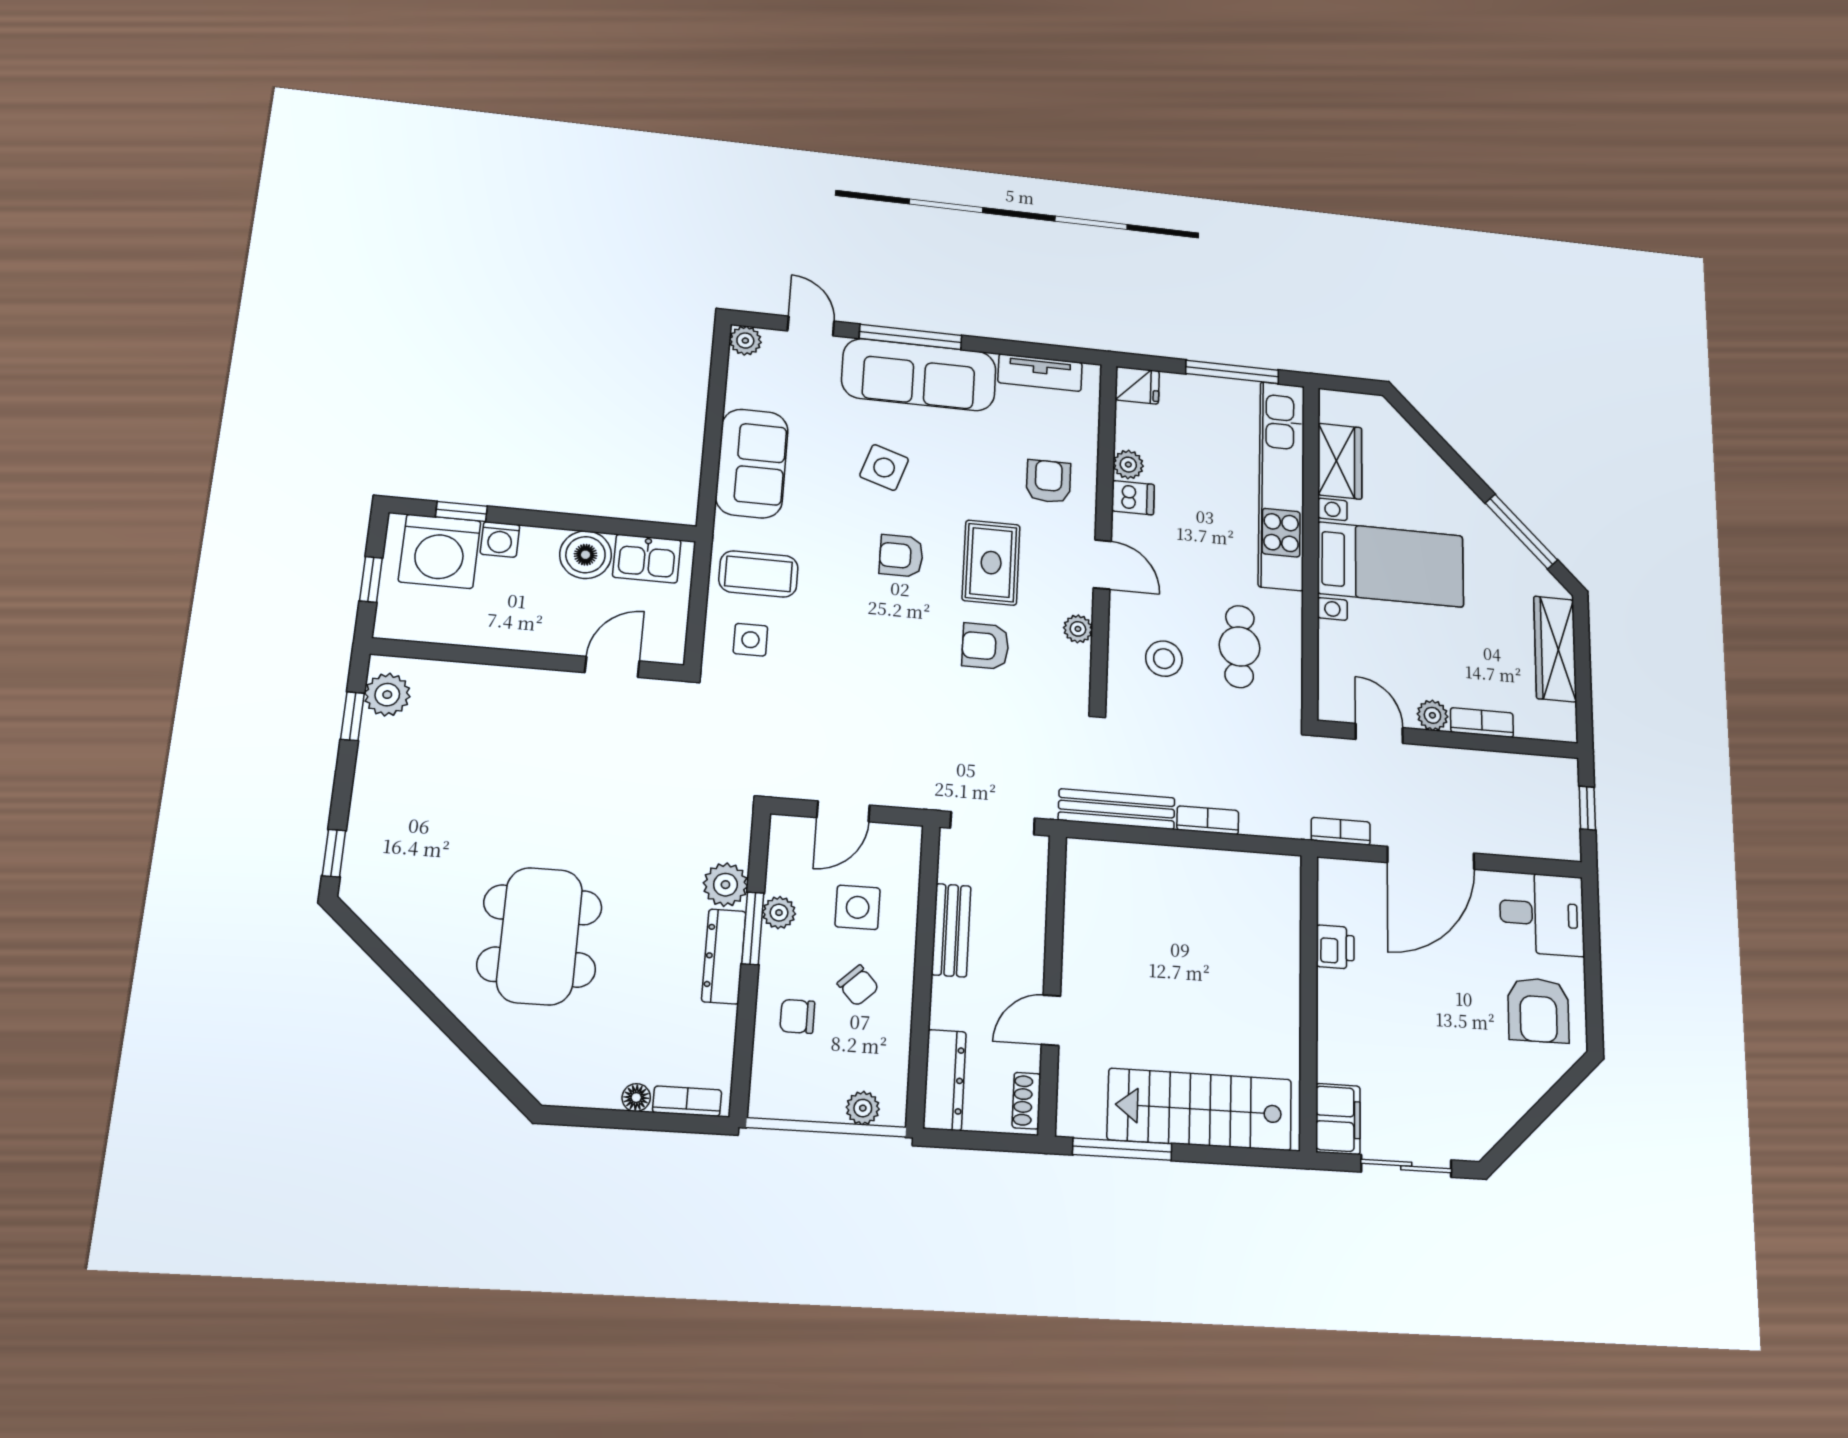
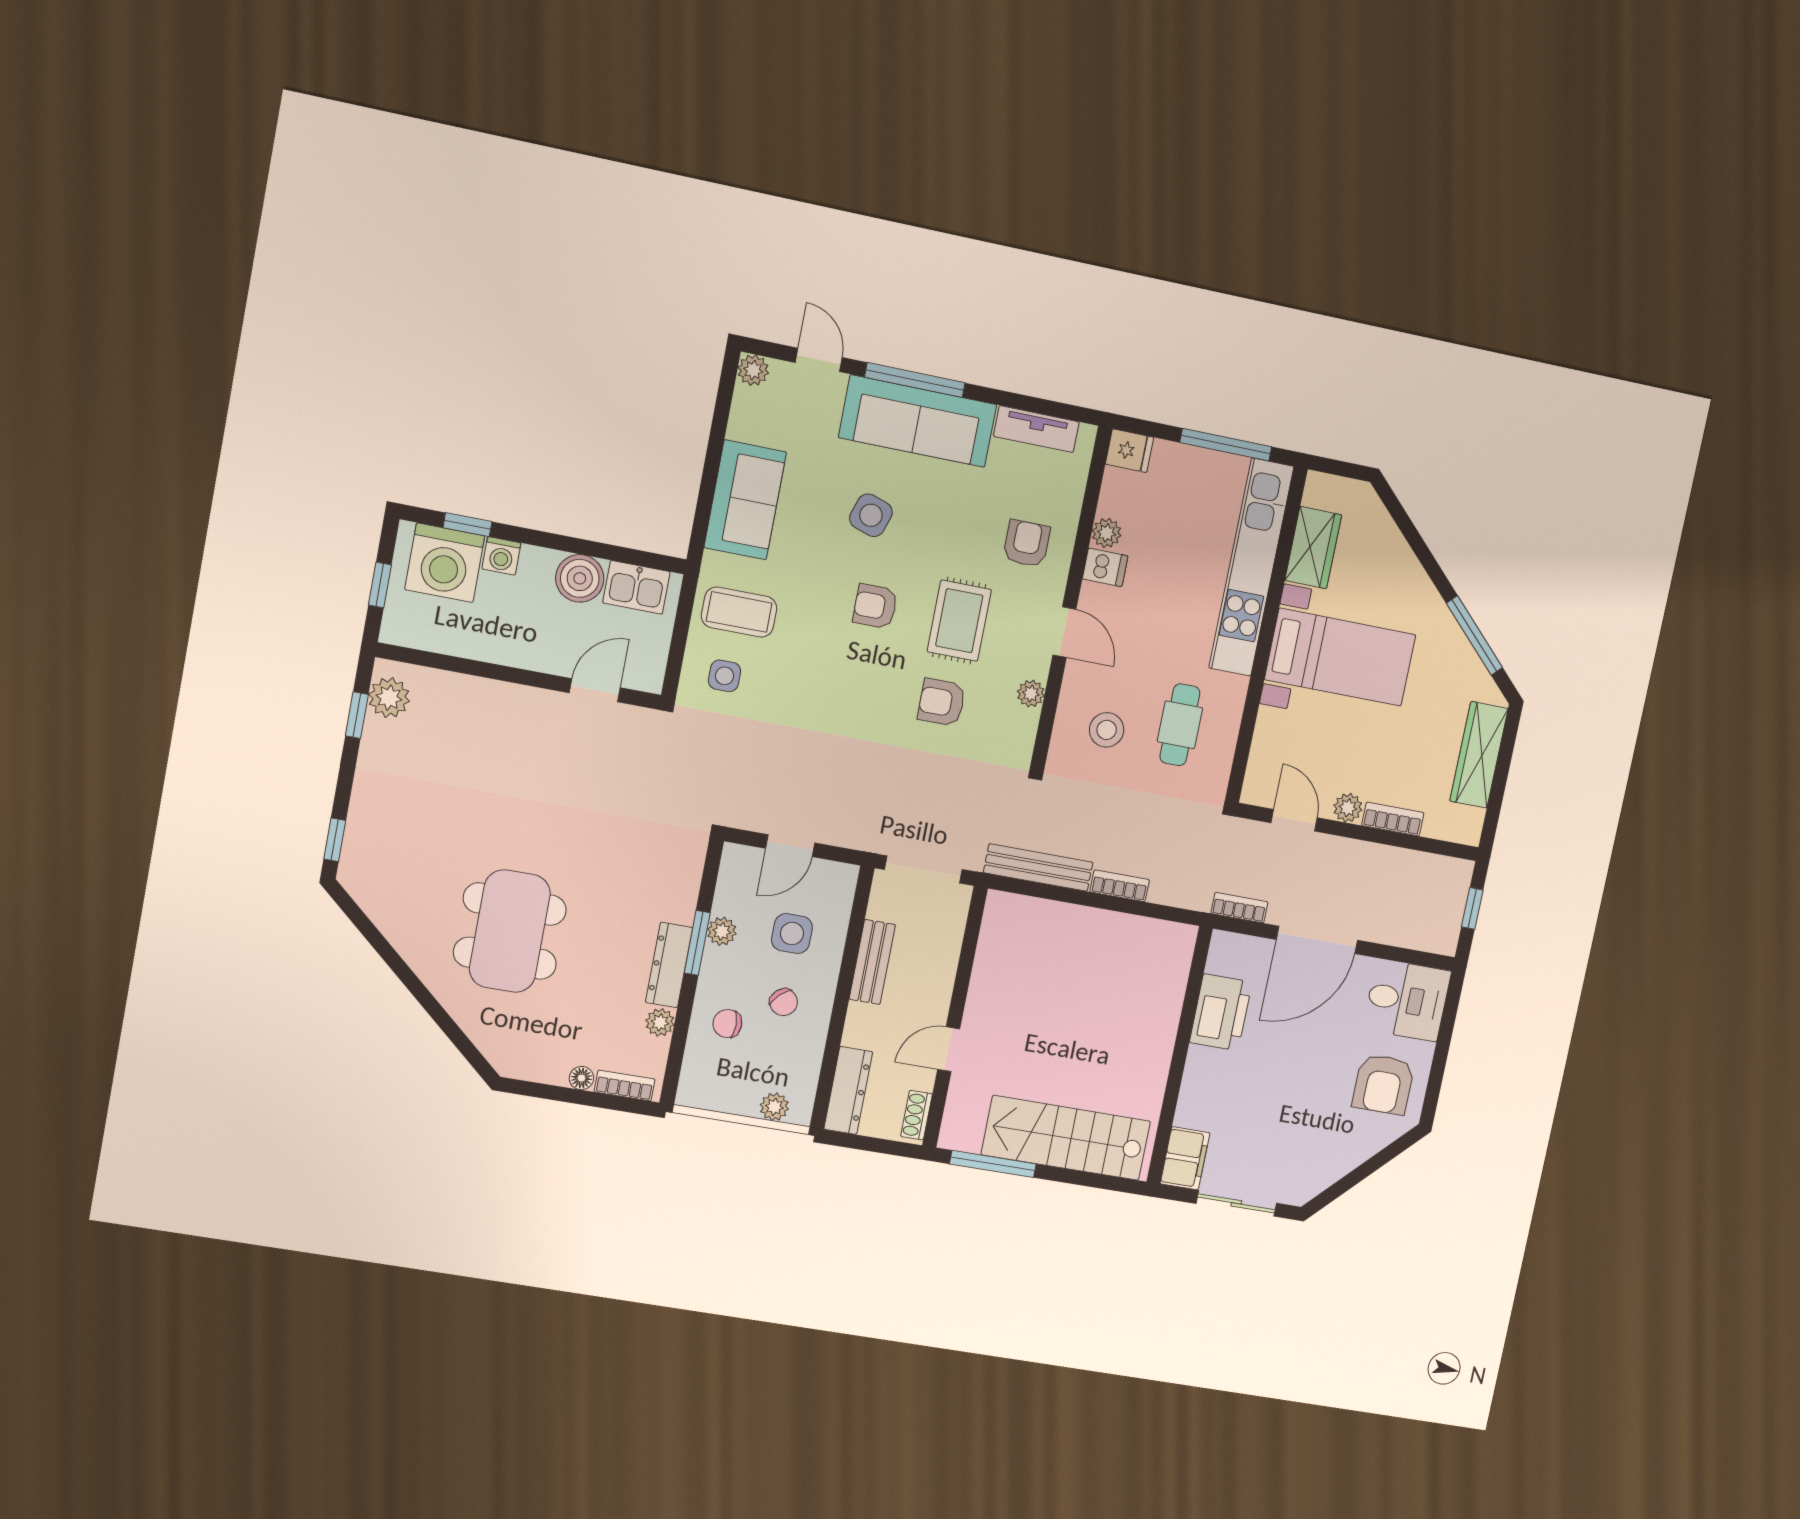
plant: (725, 885) -> (660, 1022), moved, width x0.73, depth x0.73
printer: (1335, 947) -> (1221, 1012), width x1.87, depth x1.48

